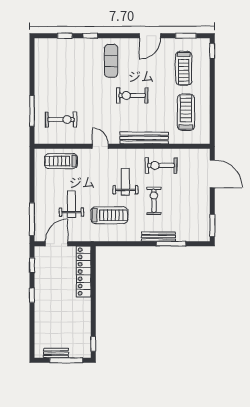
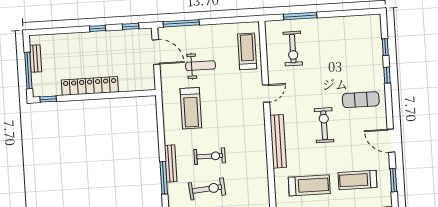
exercise bike: (161, 165) -> (207, 189), moved, turned 85
weight bench: (125, 182) -> (229, 123), removed
locker: (84, 272) -> (90, 86), moved

